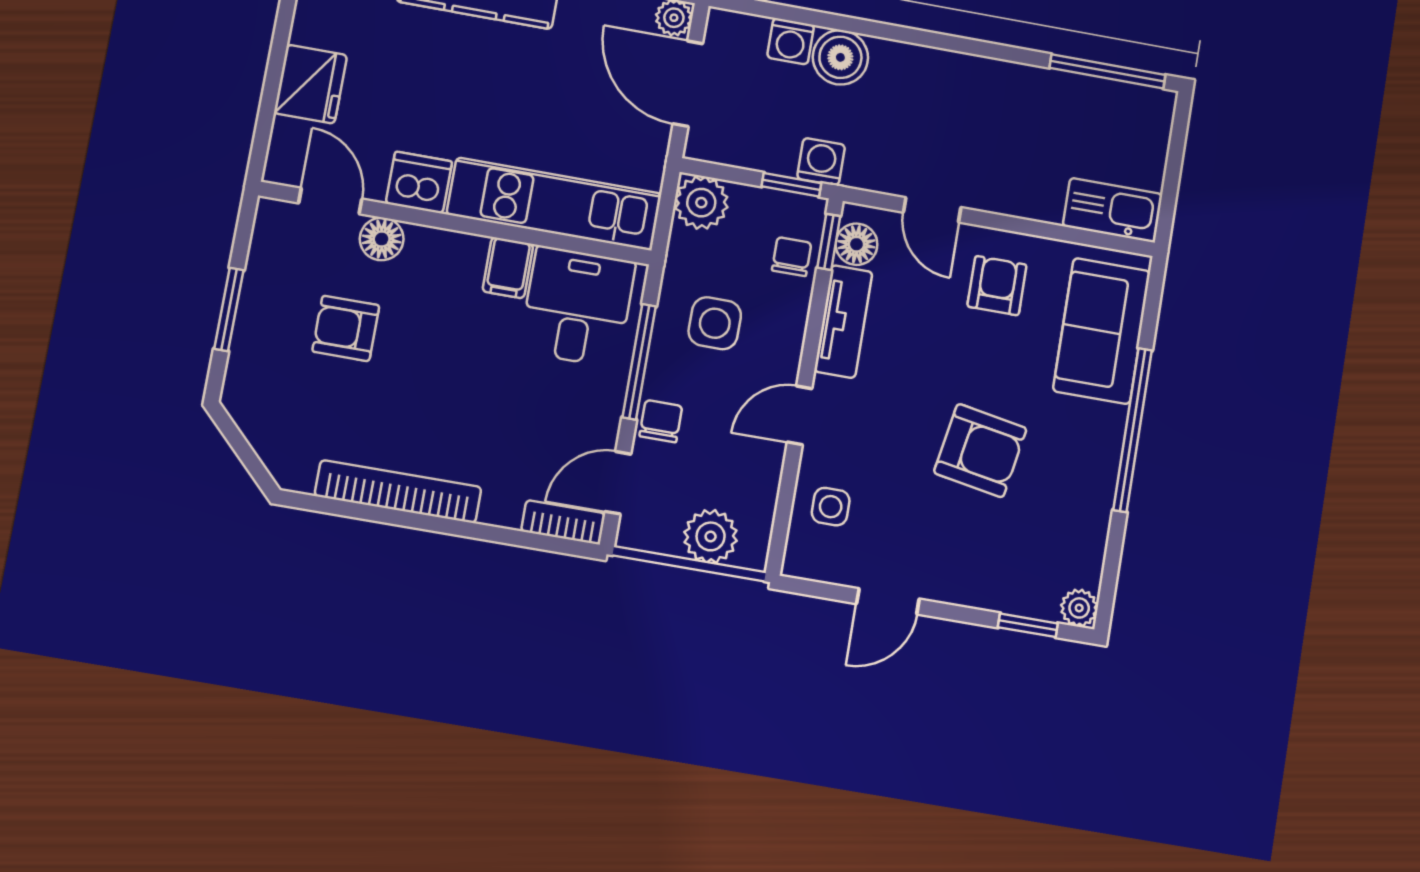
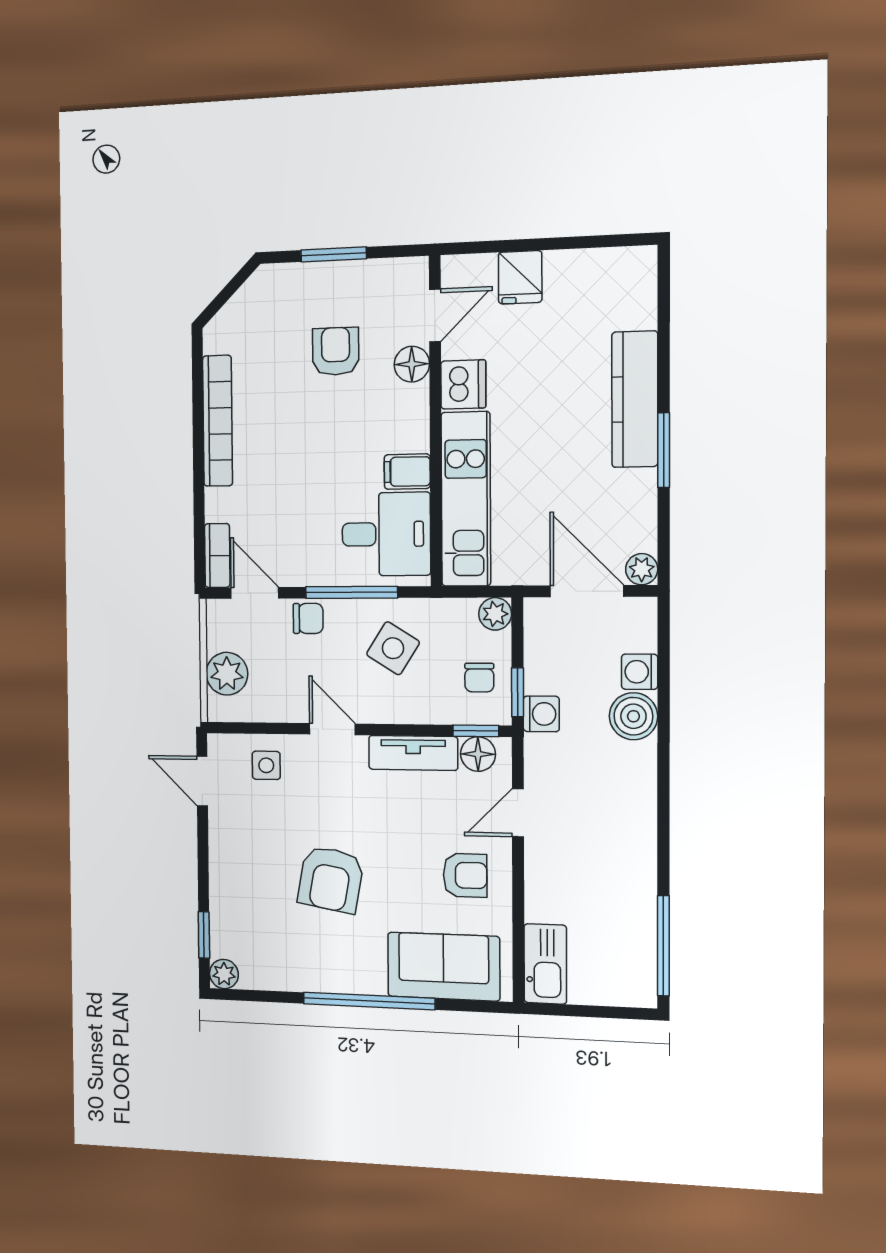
fridge: (311, 84) -> (520, 277), width x0.72
door: (688, 84) -> (587, 591), hinge flipped
plant: (701, 203) -> (495, 614), width x0.73, depth x0.73
chair: (792, 257) -> (479, 678), moved, turned 90
side table: (715, 323) -> (393, 648), turned 32
door: (888, 601) -> (202, 781), moved

